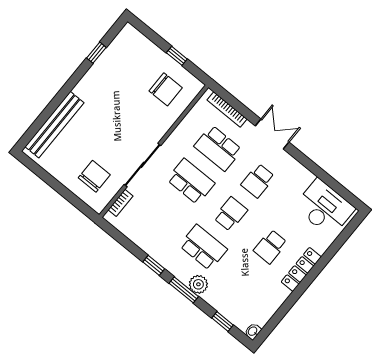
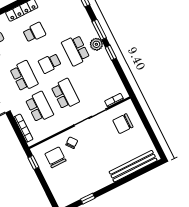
window: (177, 56) -> (33, 163), moved
chair: (152, 119) -> (72, 143), added
school desk: (191, 181) -> (65, 94), turned 180
school desk: (258, 181) -> (24, 76), width x1.85
plant: (198, 284) -> (96, 44), moved

